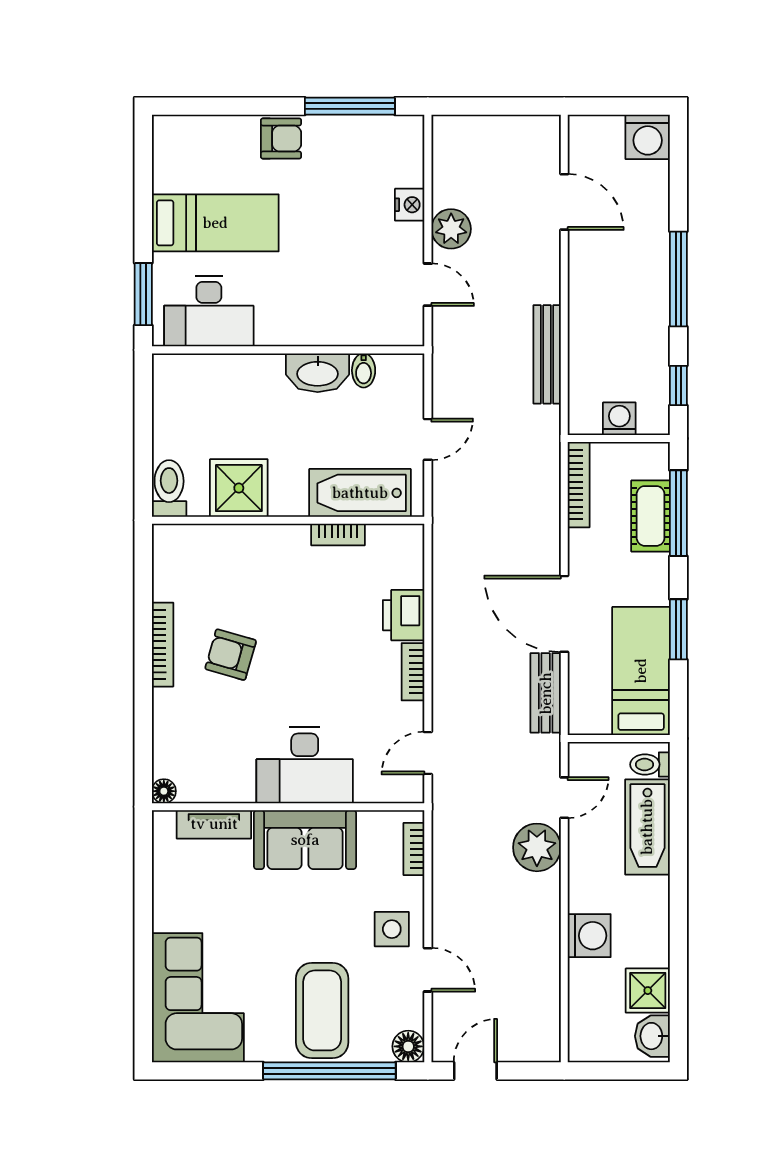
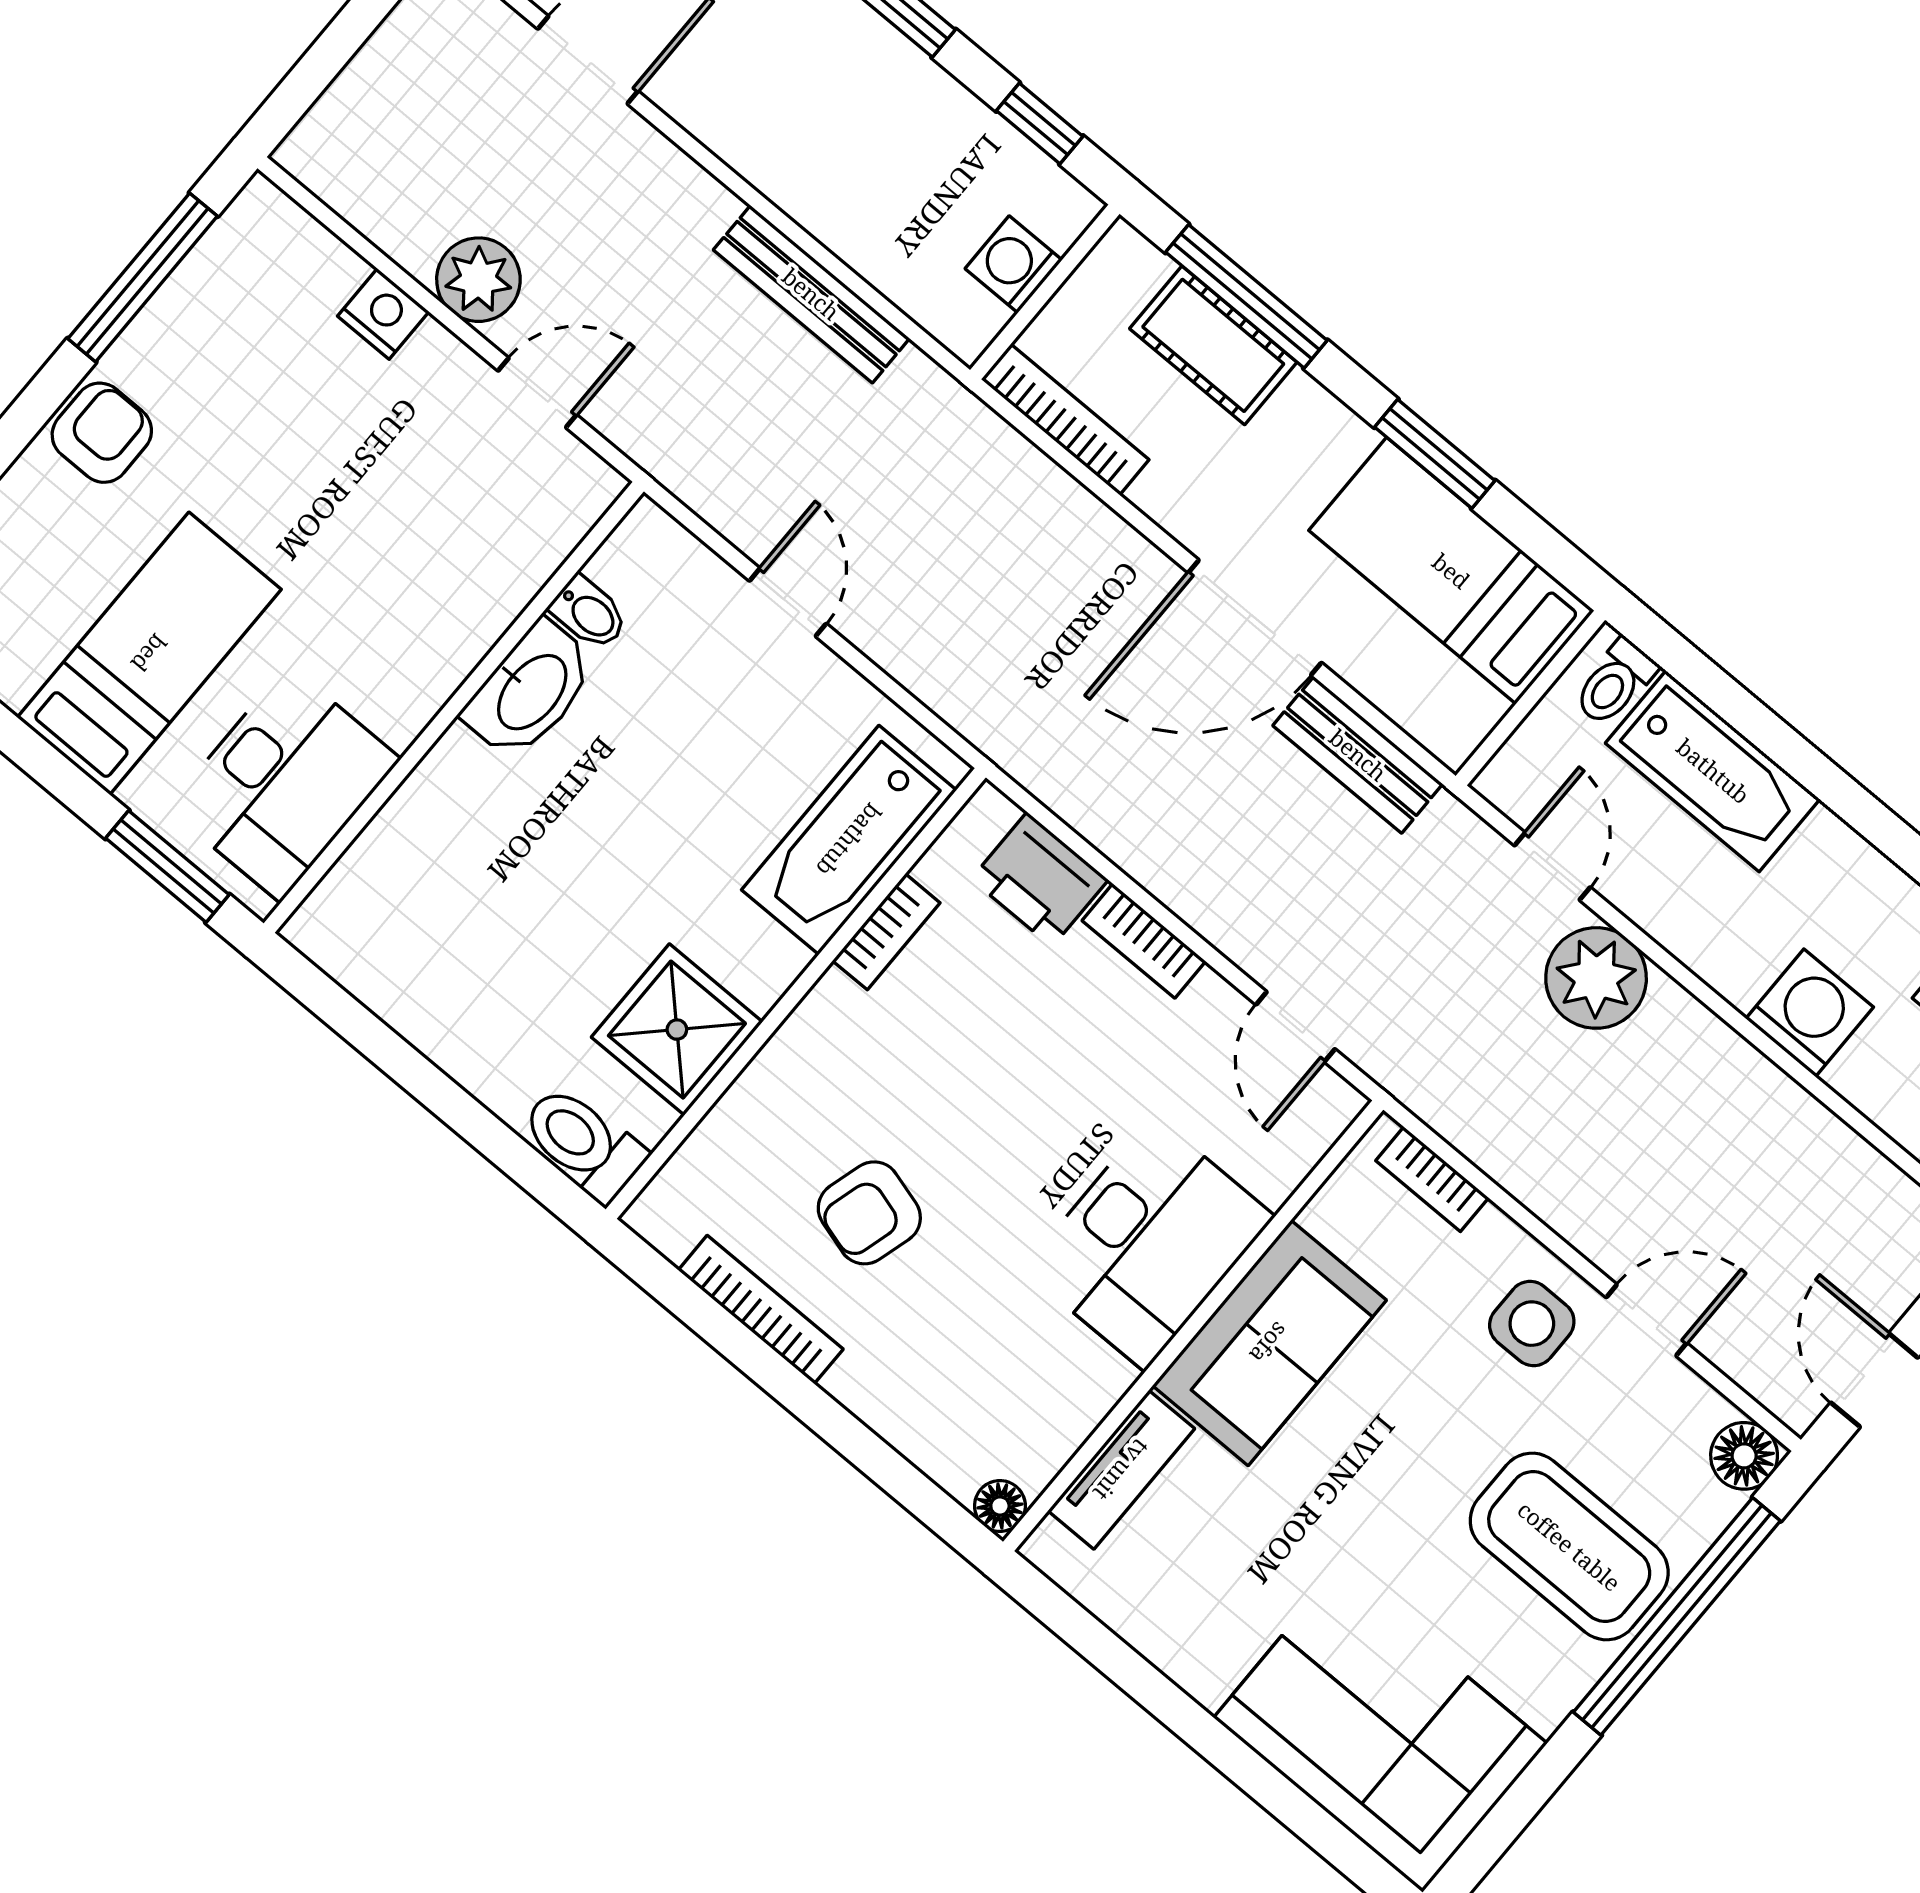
shower: (239, 488) -> (677, 1030), moved
toilet: (169, 489) -> (583, 1143), moved
bathtub: (360, 493) -> (849, 840), moved
wall: (288, 520) -> (796, 993), moved
bookcase: (338, 534) -> (886, 932), moved

